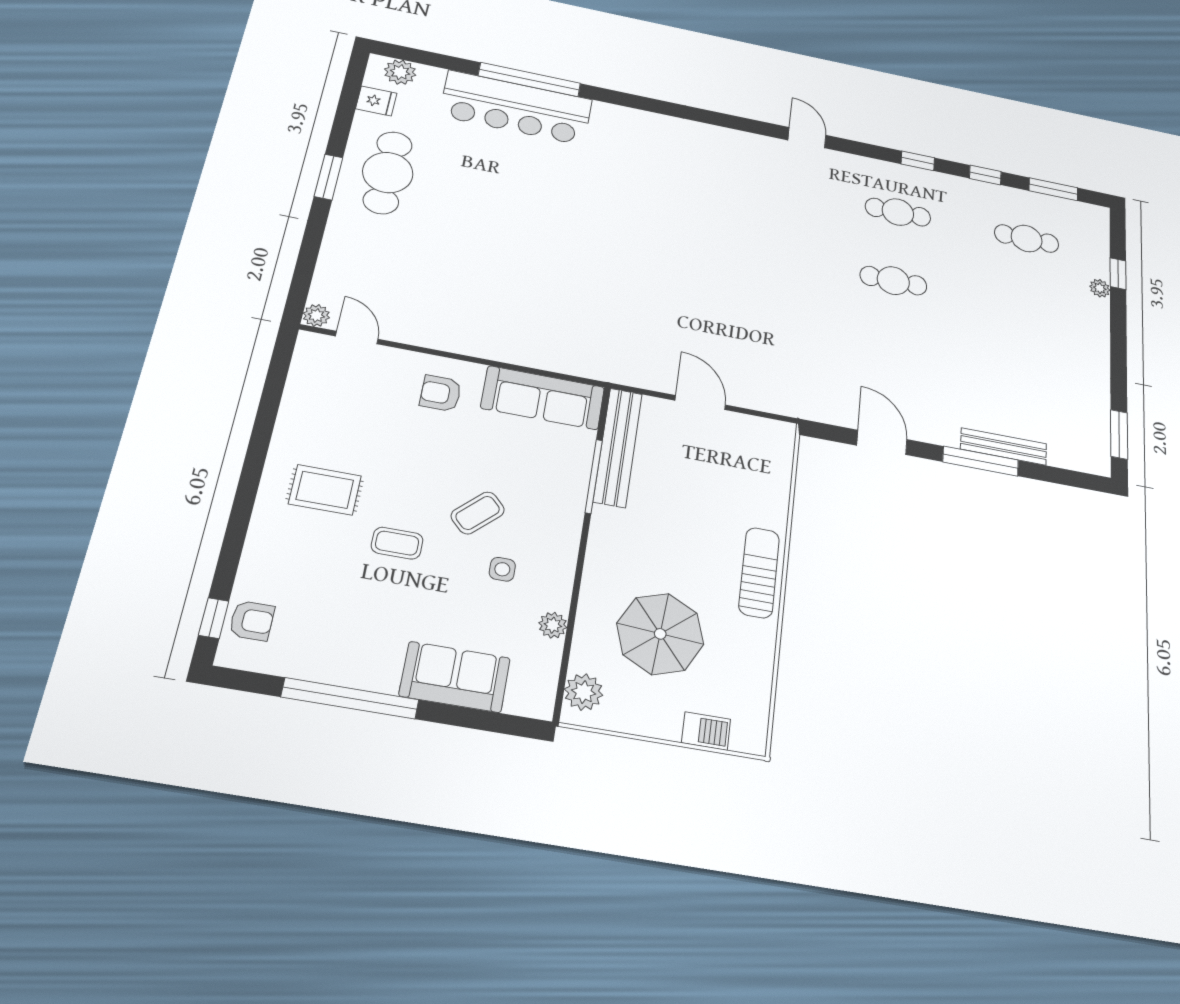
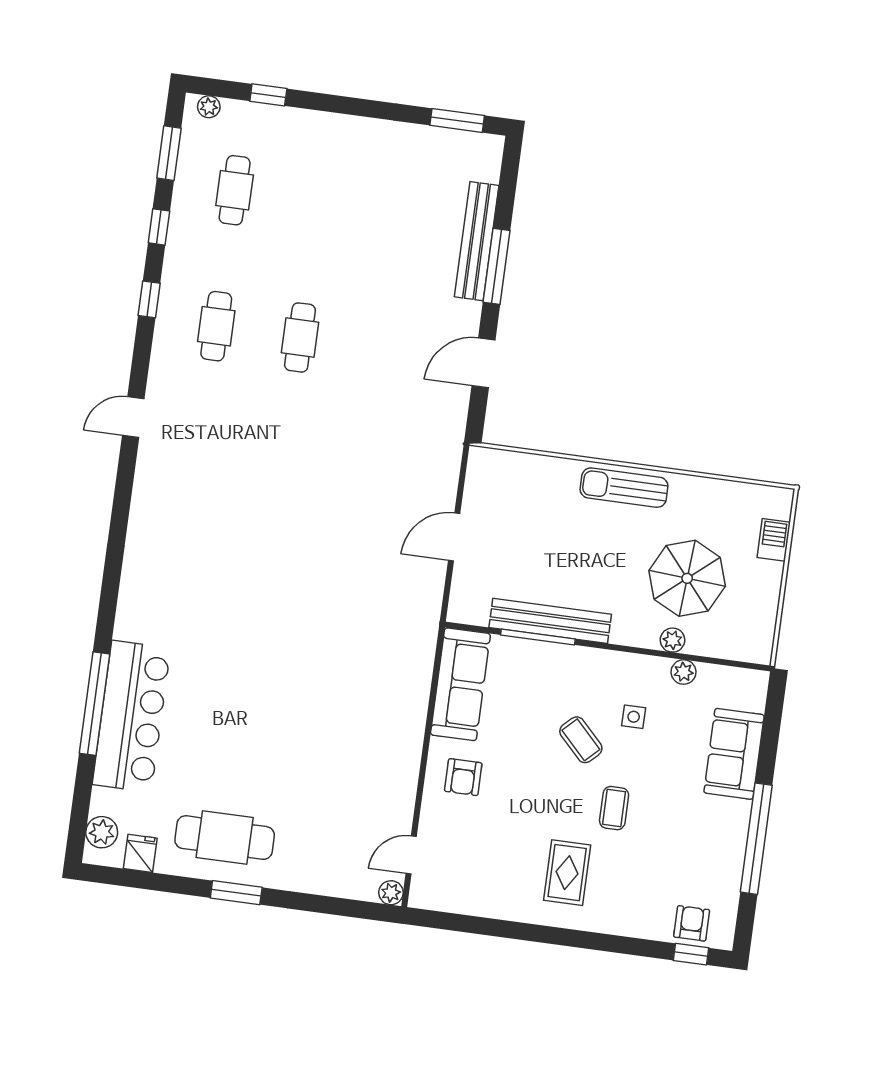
plant: (1100, 288) -> (209, 107), moved
bench: (1004, 446) -> (477, 241), width x1.37, depth x1.21
bench: (618, 447) -> (550, 621), moved
plant: (584, 692) -> (672, 640), moved, width x0.73, depth x0.73

